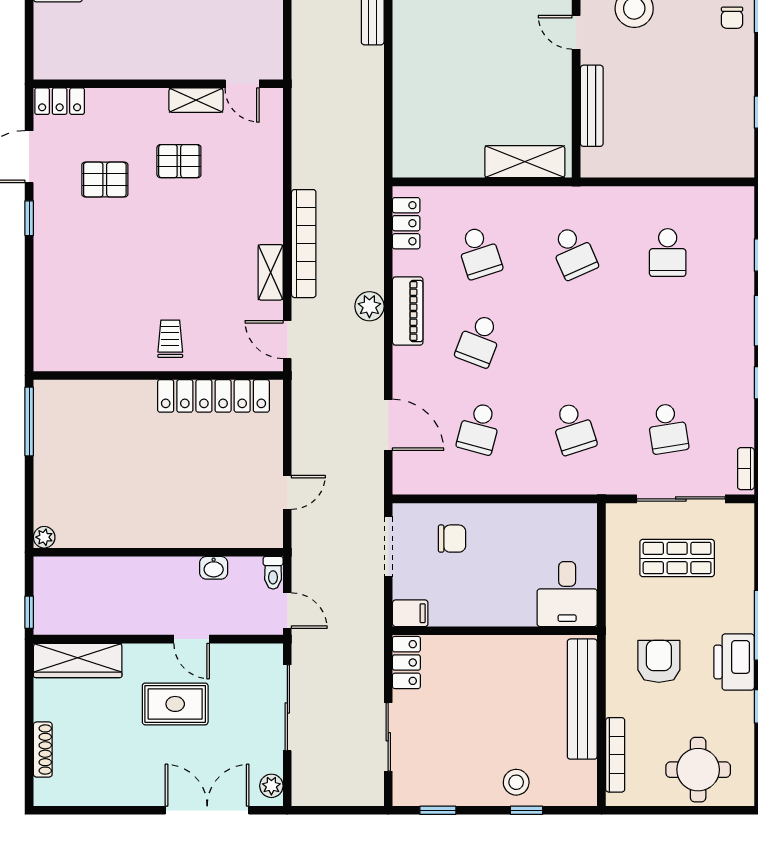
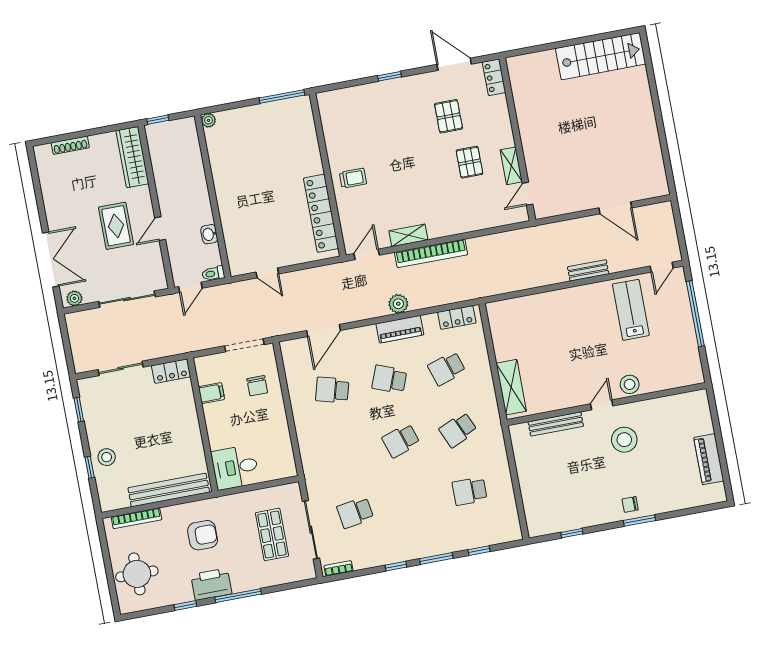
window: (29, 218) -> (390, 76), moved
school desk: (573, 428) -> (401, 441), moved
filing cabinet: (410, 613) -> (211, 393), moved, turned -90

